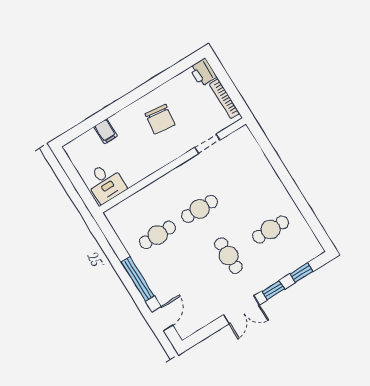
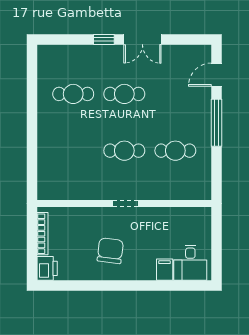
doorway: (207, 144) -> (125, 203), moved
desk: (106, 183) -> (190, 263), moved, turned 180
cafe table: (229, 256) -> (124, 94), turned 90
window: (302, 273) -> (70, 39), removed
double door: (241, 310) -> (142, 39), swing flipped

